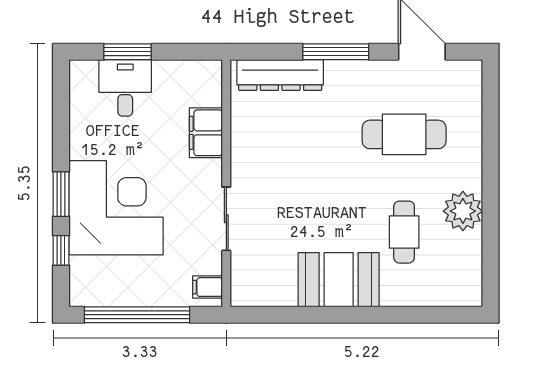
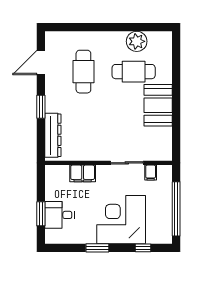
window: (336, 52) -> (41, 107), width x0.69
window: (61, 194) -> (97, 248), moved
plant: (463, 211) -> (137, 41), moved
cafe table: (404, 232) -> (134, 72), width x1.37, depth x1.35
filing cabinet: (208, 287) -> (151, 173), moved

